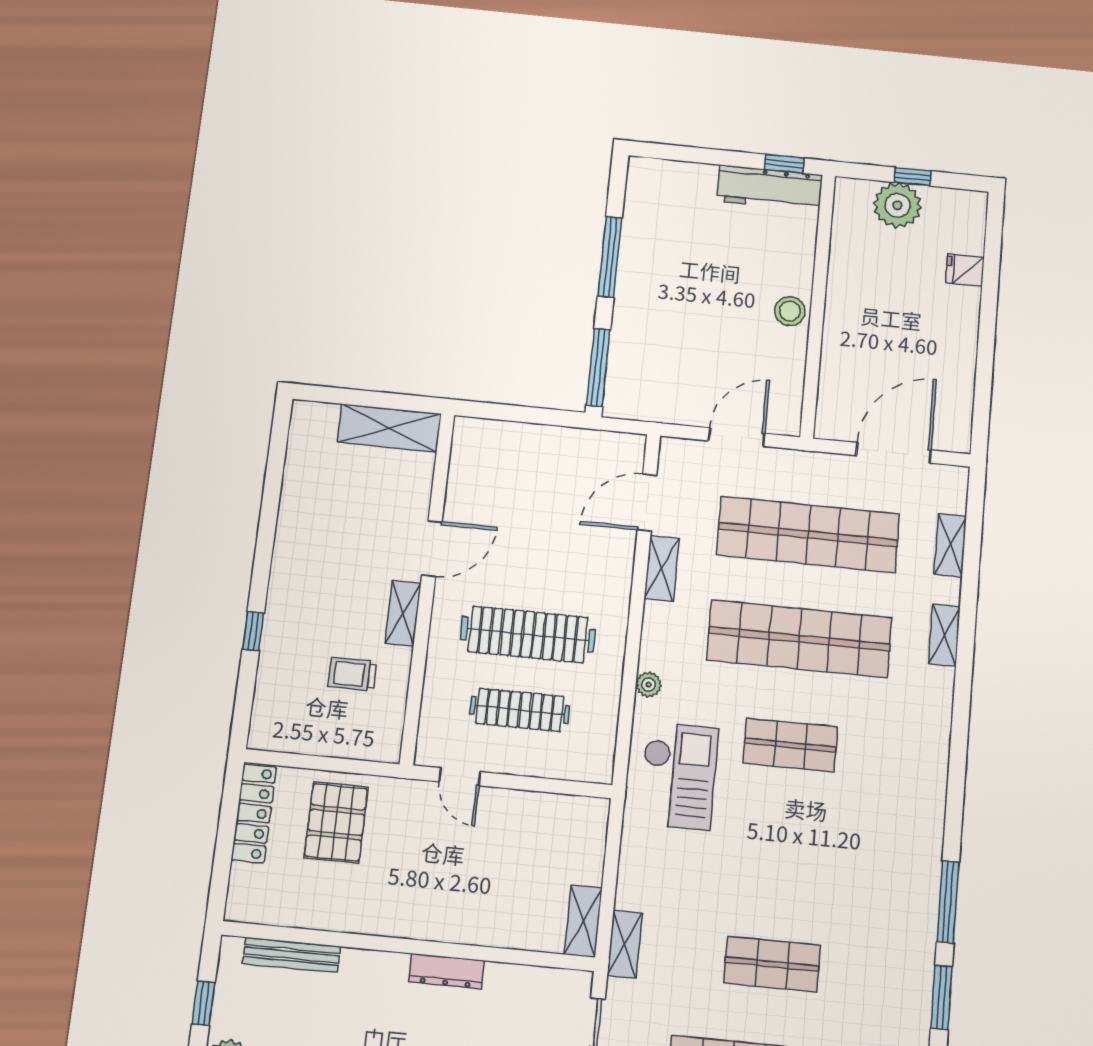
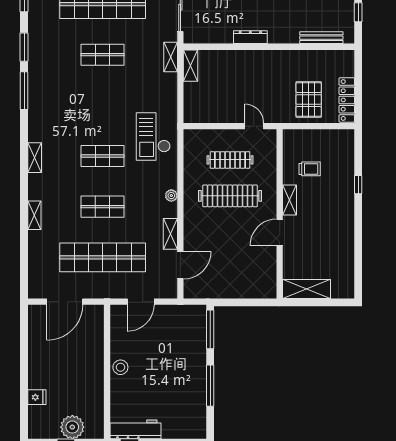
shelving: (950, 545) -> (35, 158), moved
shop shelf: (799, 639) -> (103, 207), width x0.50, depth x0.74
plant: (648, 685) -> (171, 196), moved

